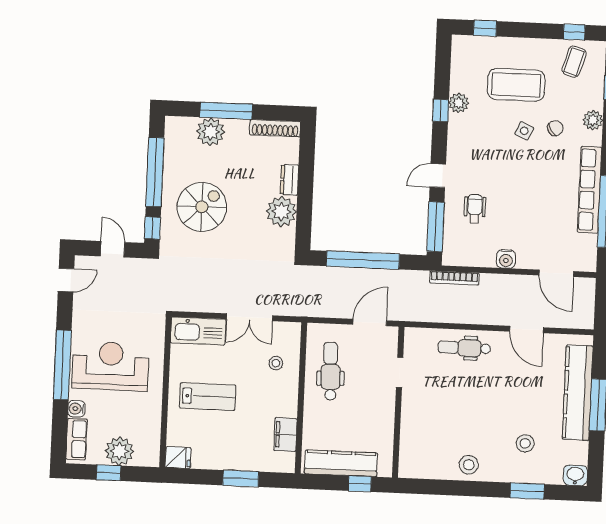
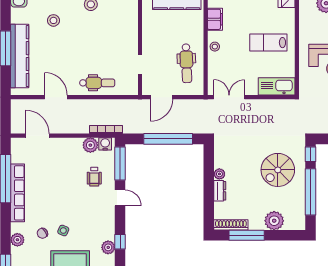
window: (226, 111) -> (247, 235), moved
door: (438, 176) -> (120, 198), hinge flipped
plant: (281, 212) -> (219, 174), width x0.53, depth x0.53
plant: (478, 256) -> (90, 145), added
water cooler: (506, 259) -> (105, 144), moved
double door: (250, 317) -> (229, 97), moved
stool: (276, 363) -> (215, 47), moved

